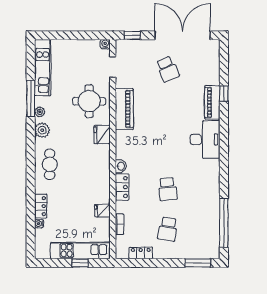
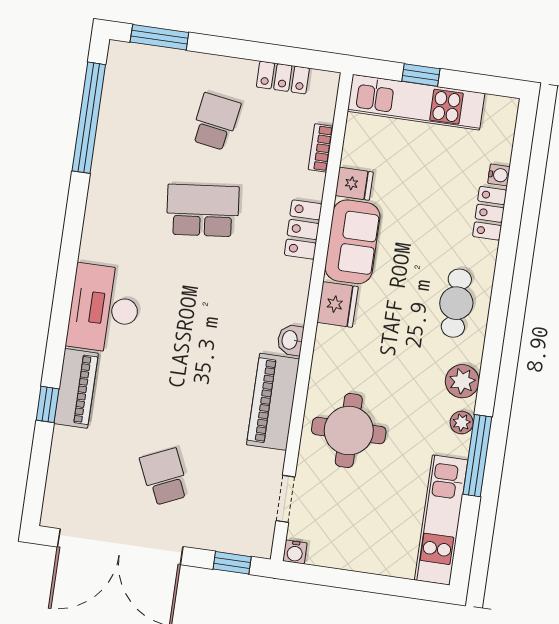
fridge: (102, 135) -> (338, 304), moved
washbasin: (121, 166) -> (290, 340), moved
sofa: (100, 185) -> (352, 242), added
school desk: (168, 189) -> (203, 210), width x1.85

